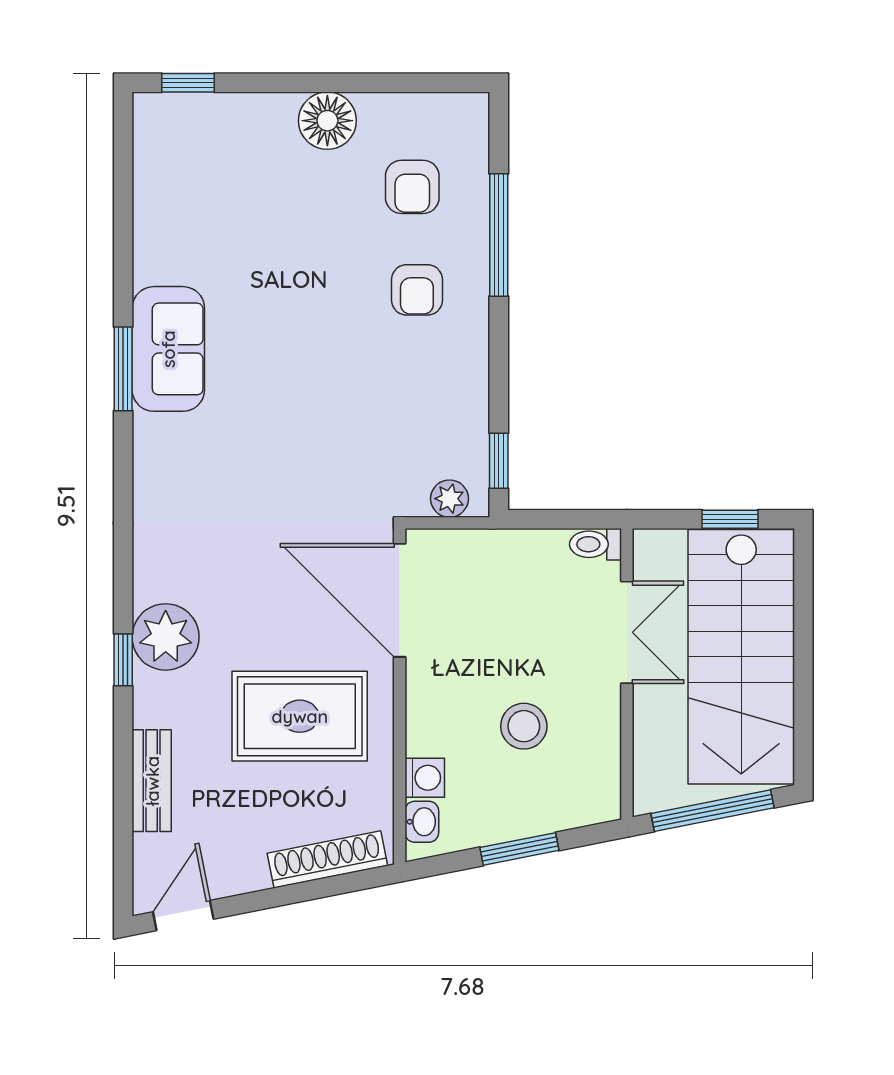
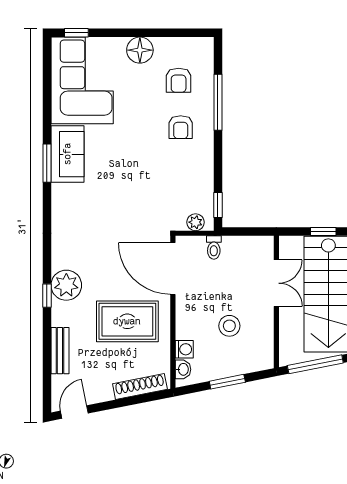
corner sofa: (200, 187) -> (82, 80), added
toilet: (596, 544) -> (214, 248), moved, turned -90

